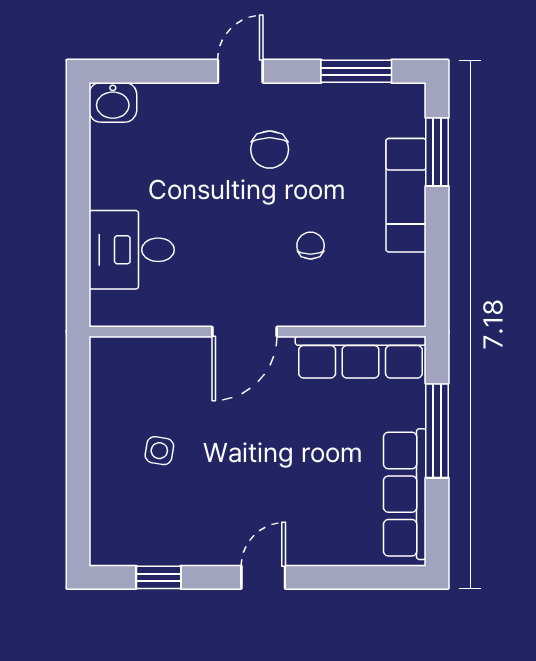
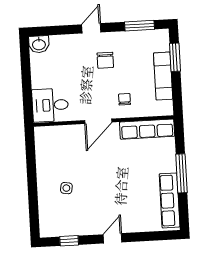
door: (244, 332) -> (98, 121), moved
wall: (258, 332) -> (104, 121), moved
row of seats: (361, 357) -> (147, 129), moved

